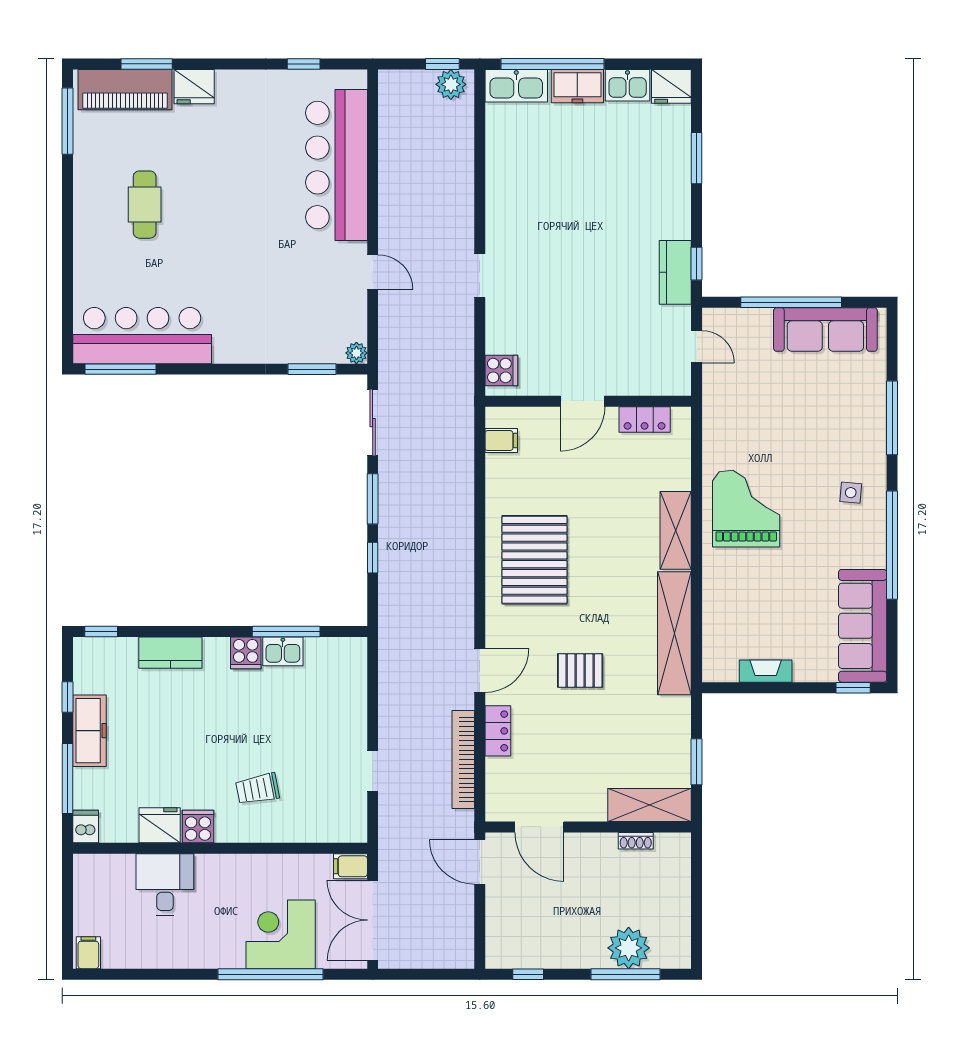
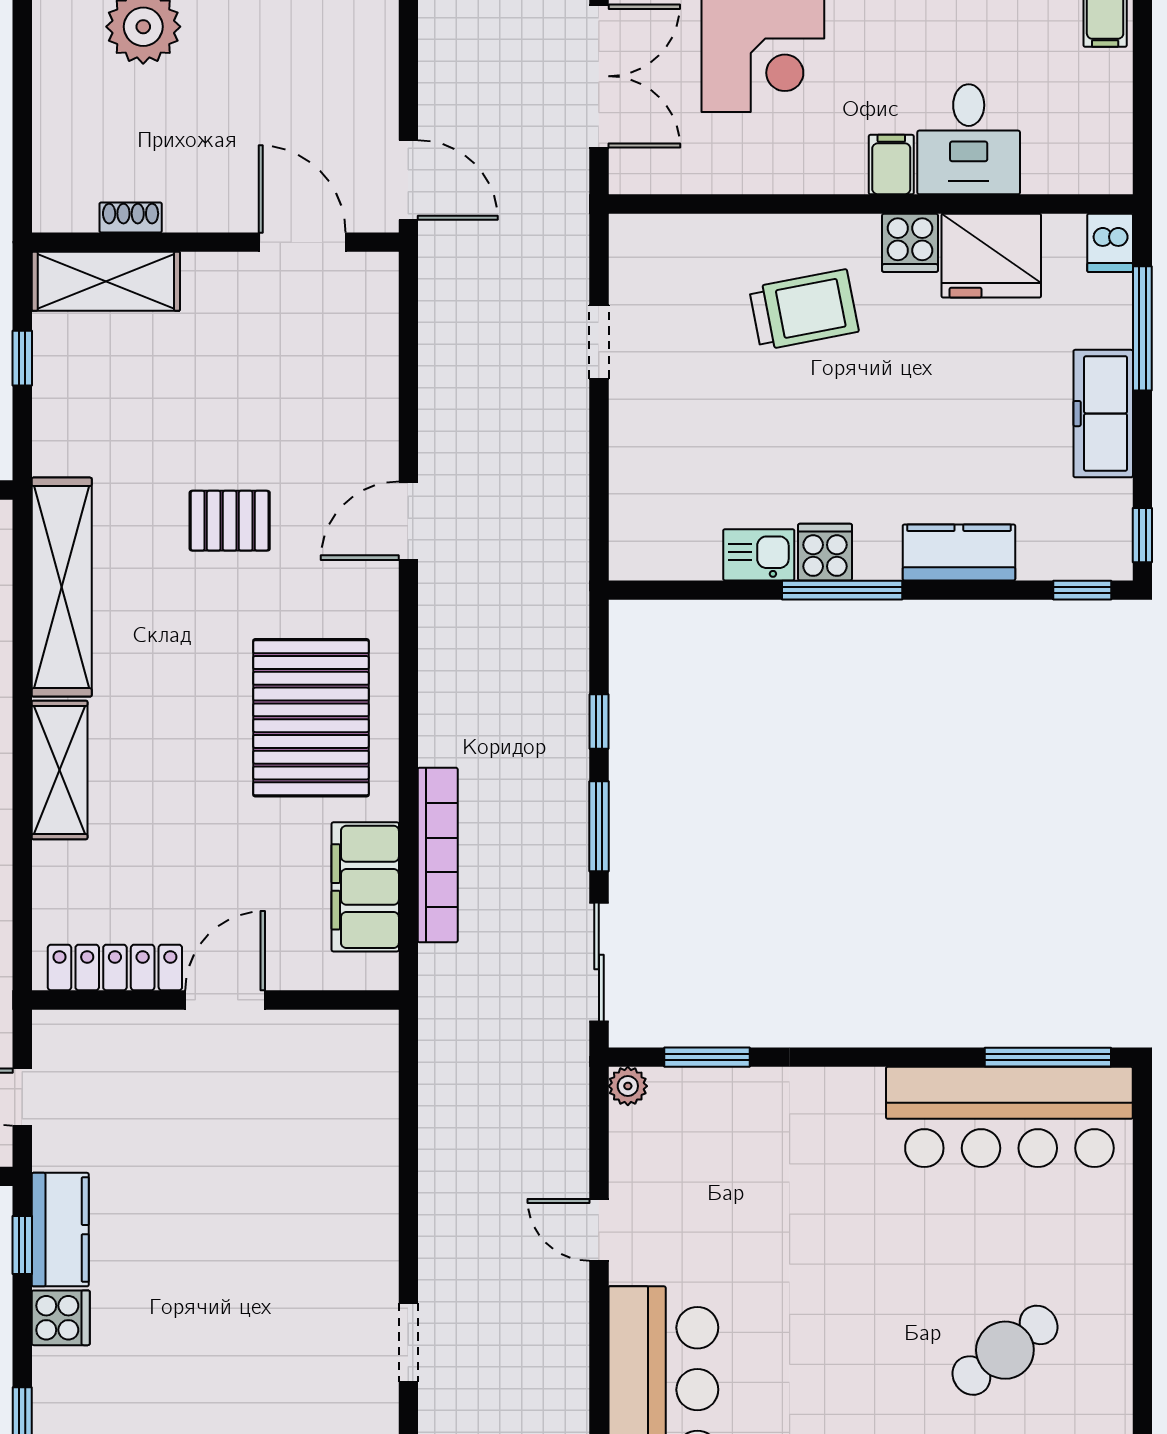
cafe table: (145, 205) -> (1005, 1350), turned 53
doorway: (480, 276) -> (408, 1342), moved
cooker: (501, 370) -> (61, 1318), moved, turned 180
locker: (645, 419) -> (115, 968), width x1.53
filing cabinet: (501, 441) -> (365, 887), width x3.00, depth x1.17
window: (286, 631) -> (842, 590), moved
window: (67, 697) -> (1142, 535), moved
locker: (498, 731) -> (376, 413), removed
bookcase: (463, 759) -> (438, 855), moved
window: (697, 762) -> (22, 358), width x0.67
trolley: (258, 789) -> (804, 310), width x1.36, depth x1.39
fridge: (160, 825) -> (991, 256), width x1.36, depth x1.34
filing cabinet: (350, 866) -> (891, 165), moved, turned -90

